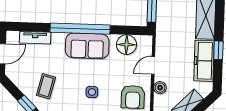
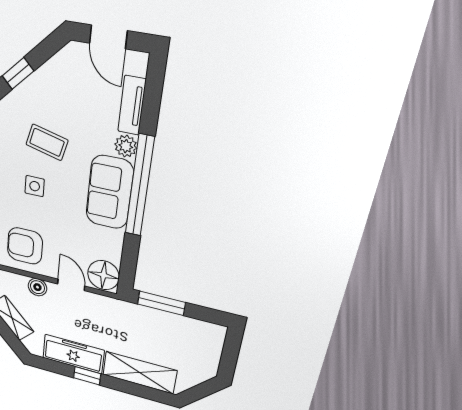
plant: (58, 39) -> (126, 146), added
floor lamp: (126, 45) -> (103, 275), moved
coffee table: (46, 86) -> (47, 142), moved

